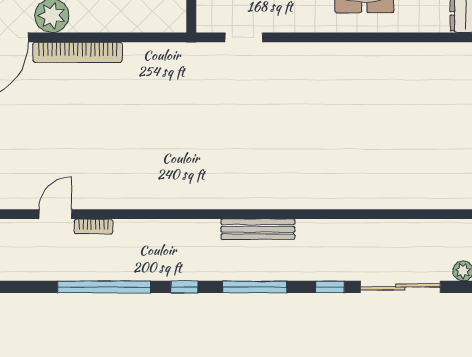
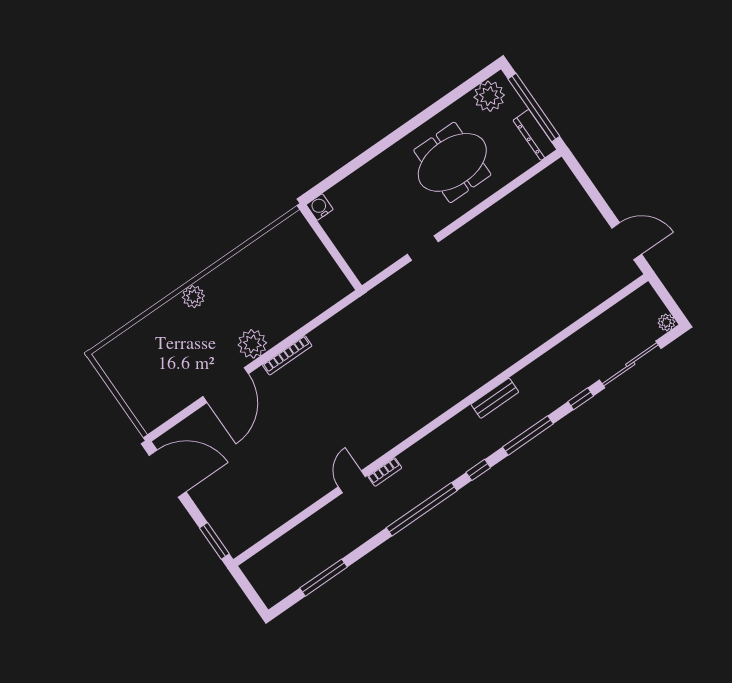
doorway: (244, 37) -> (423, 248), moved
bookcase: (78, 52) -> (287, 355), width x0.68, depth x0.76
bench: (258, 229) -> (495, 398), width x0.73

